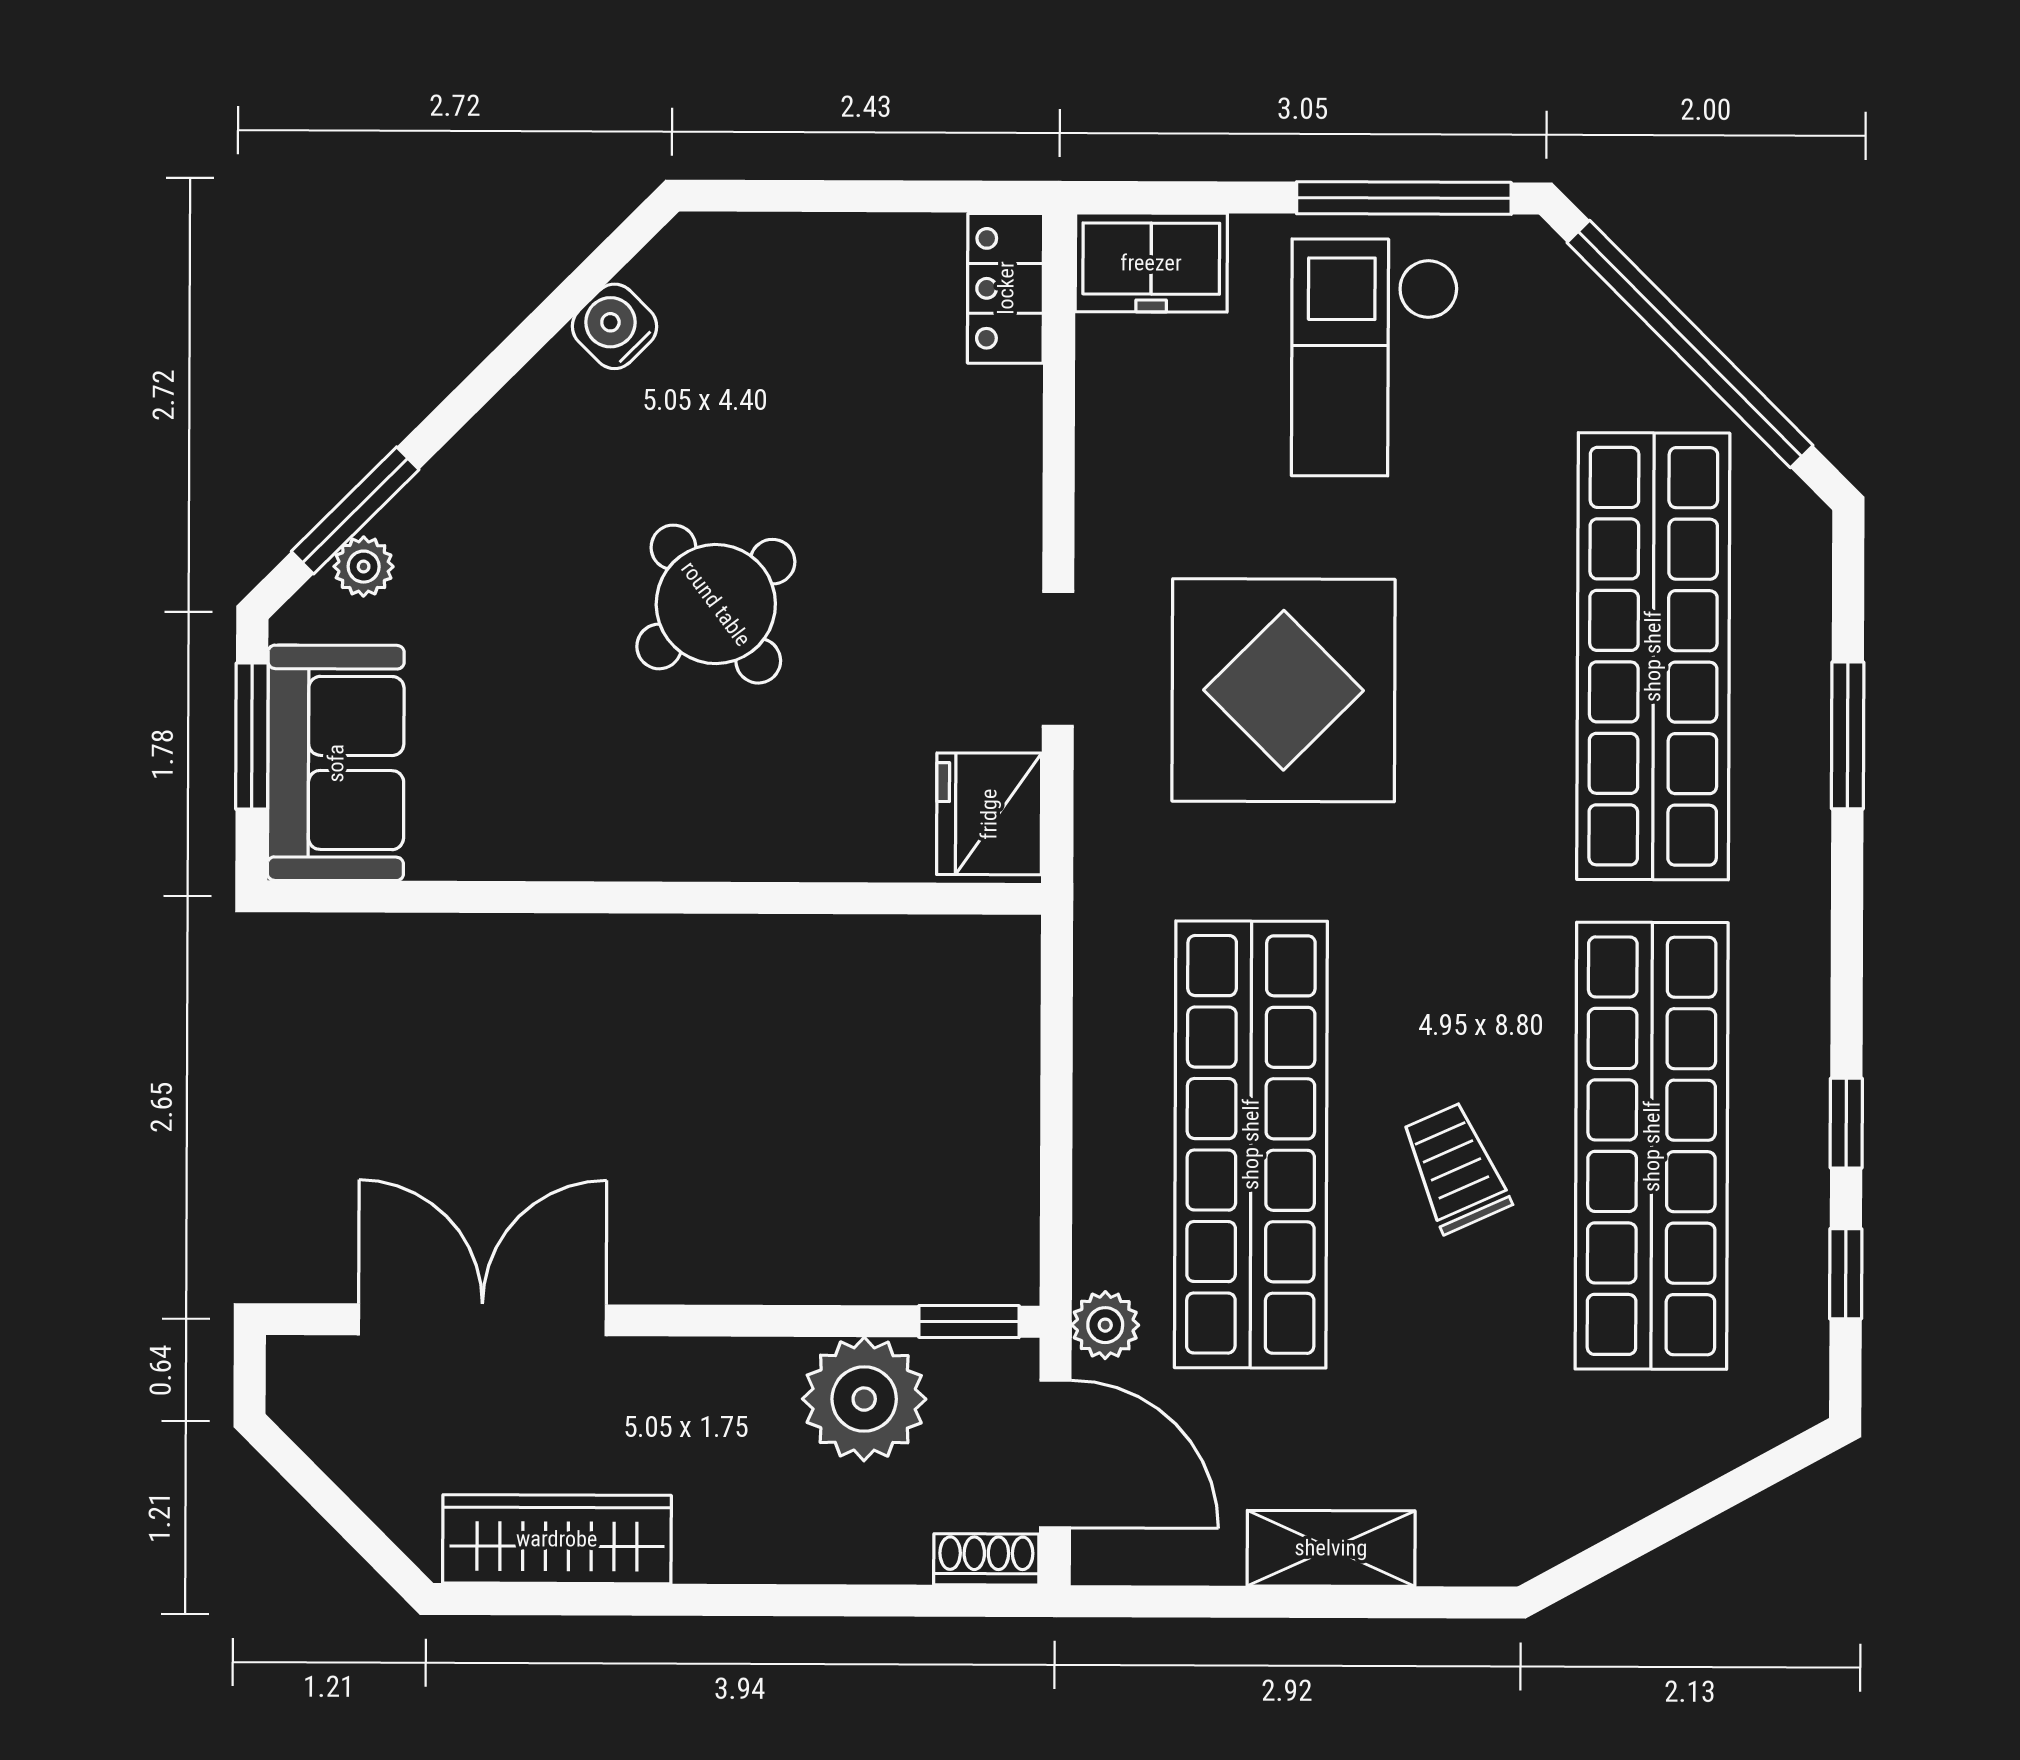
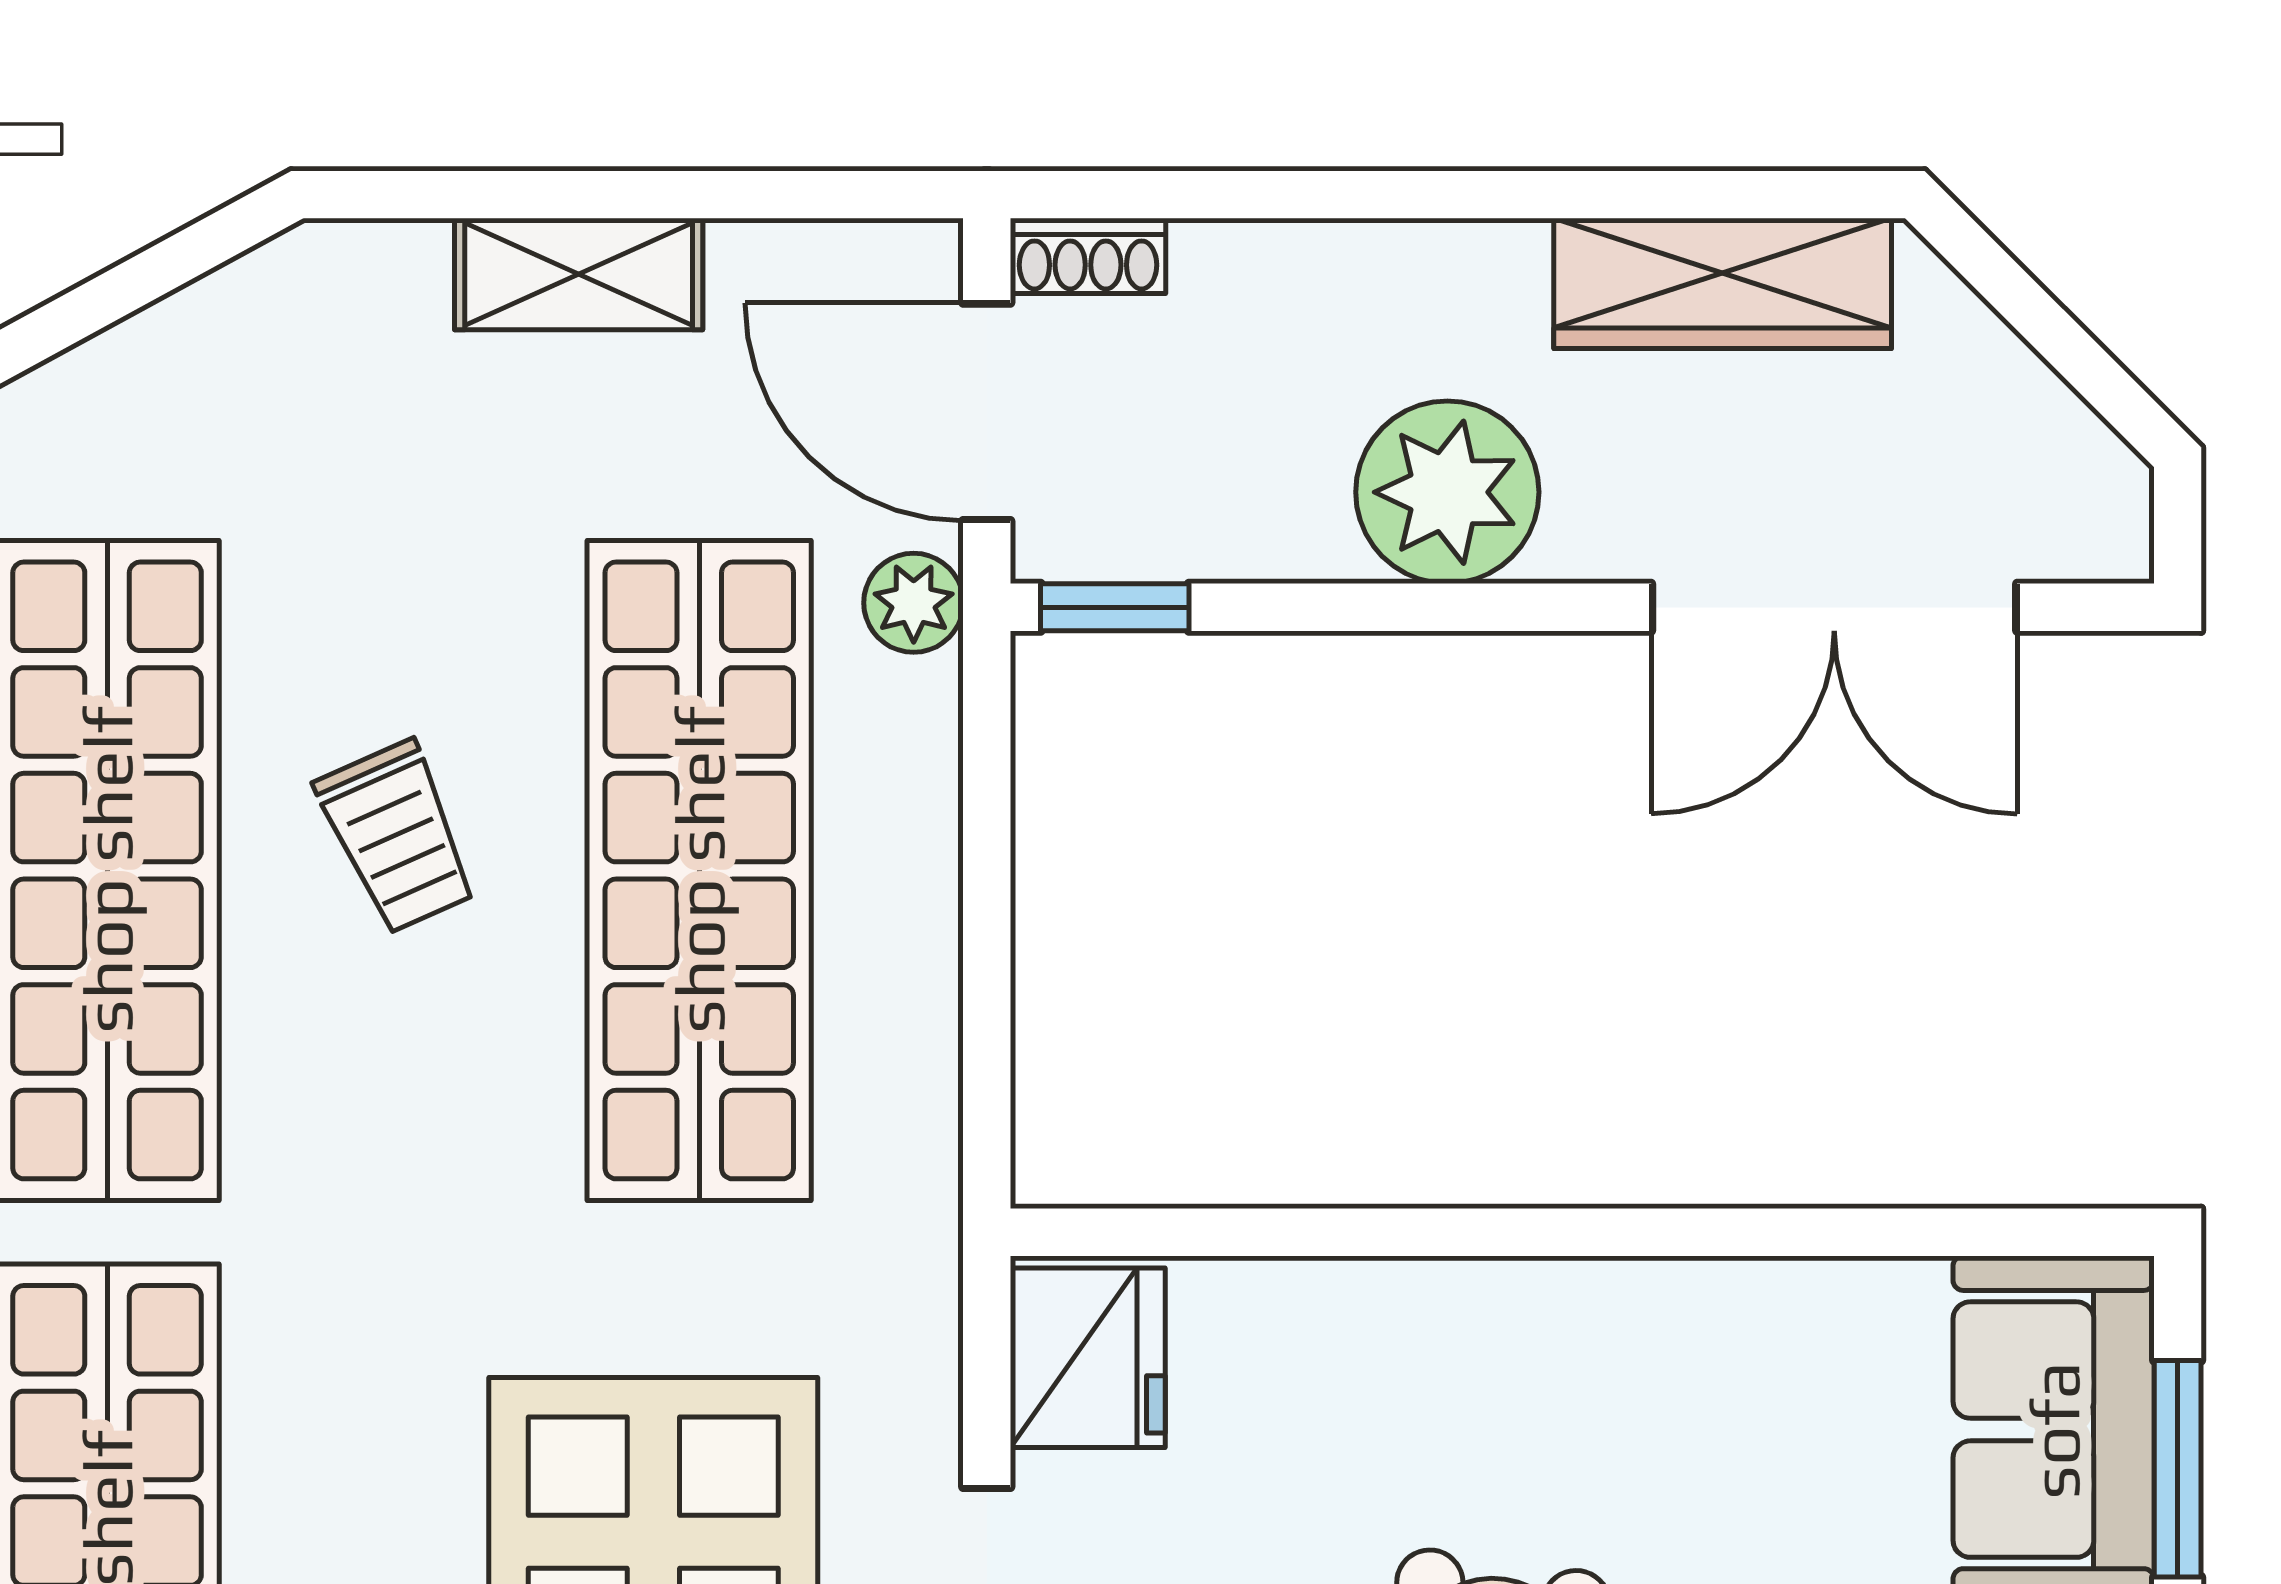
plant: (864, 1399) -> (1447, 492), moved

